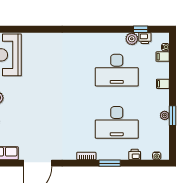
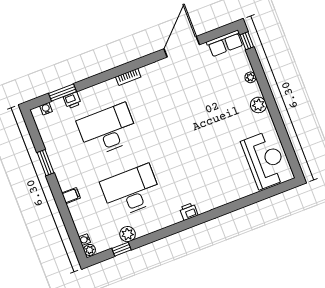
printer: (145, 38) -> (189, 212), moved
filing cabinet: (163, 57) -> (84, 227), removed
plant: (165, 115) -> (90, 250), moved
window: (110, 163) -> (62, 93), moved

